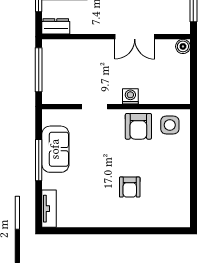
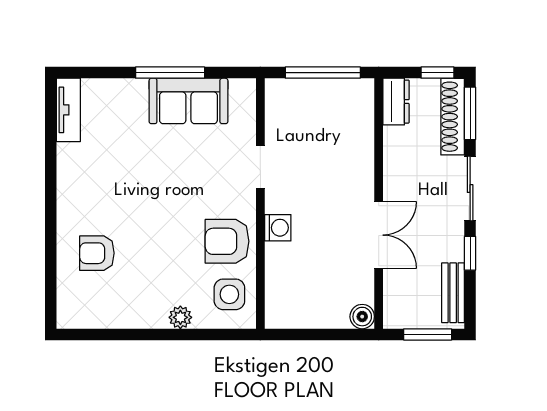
double door: (135, 37) -> (379, 235), swing flipped
plant: (183, 154) -> (180, 317), added
armchair: (130, 187) -> (97, 253), moved
tv unit: (49, 209) -> (68, 110), moved, turned -90

